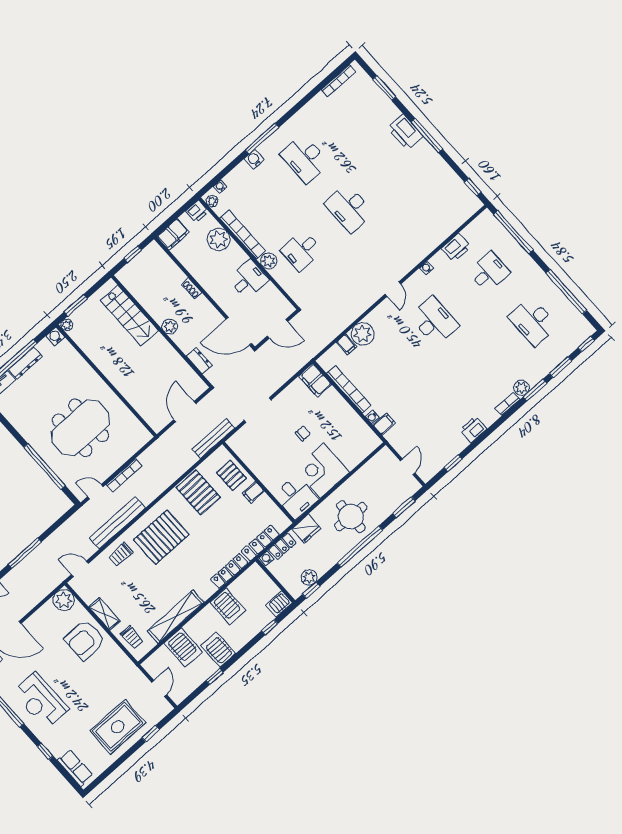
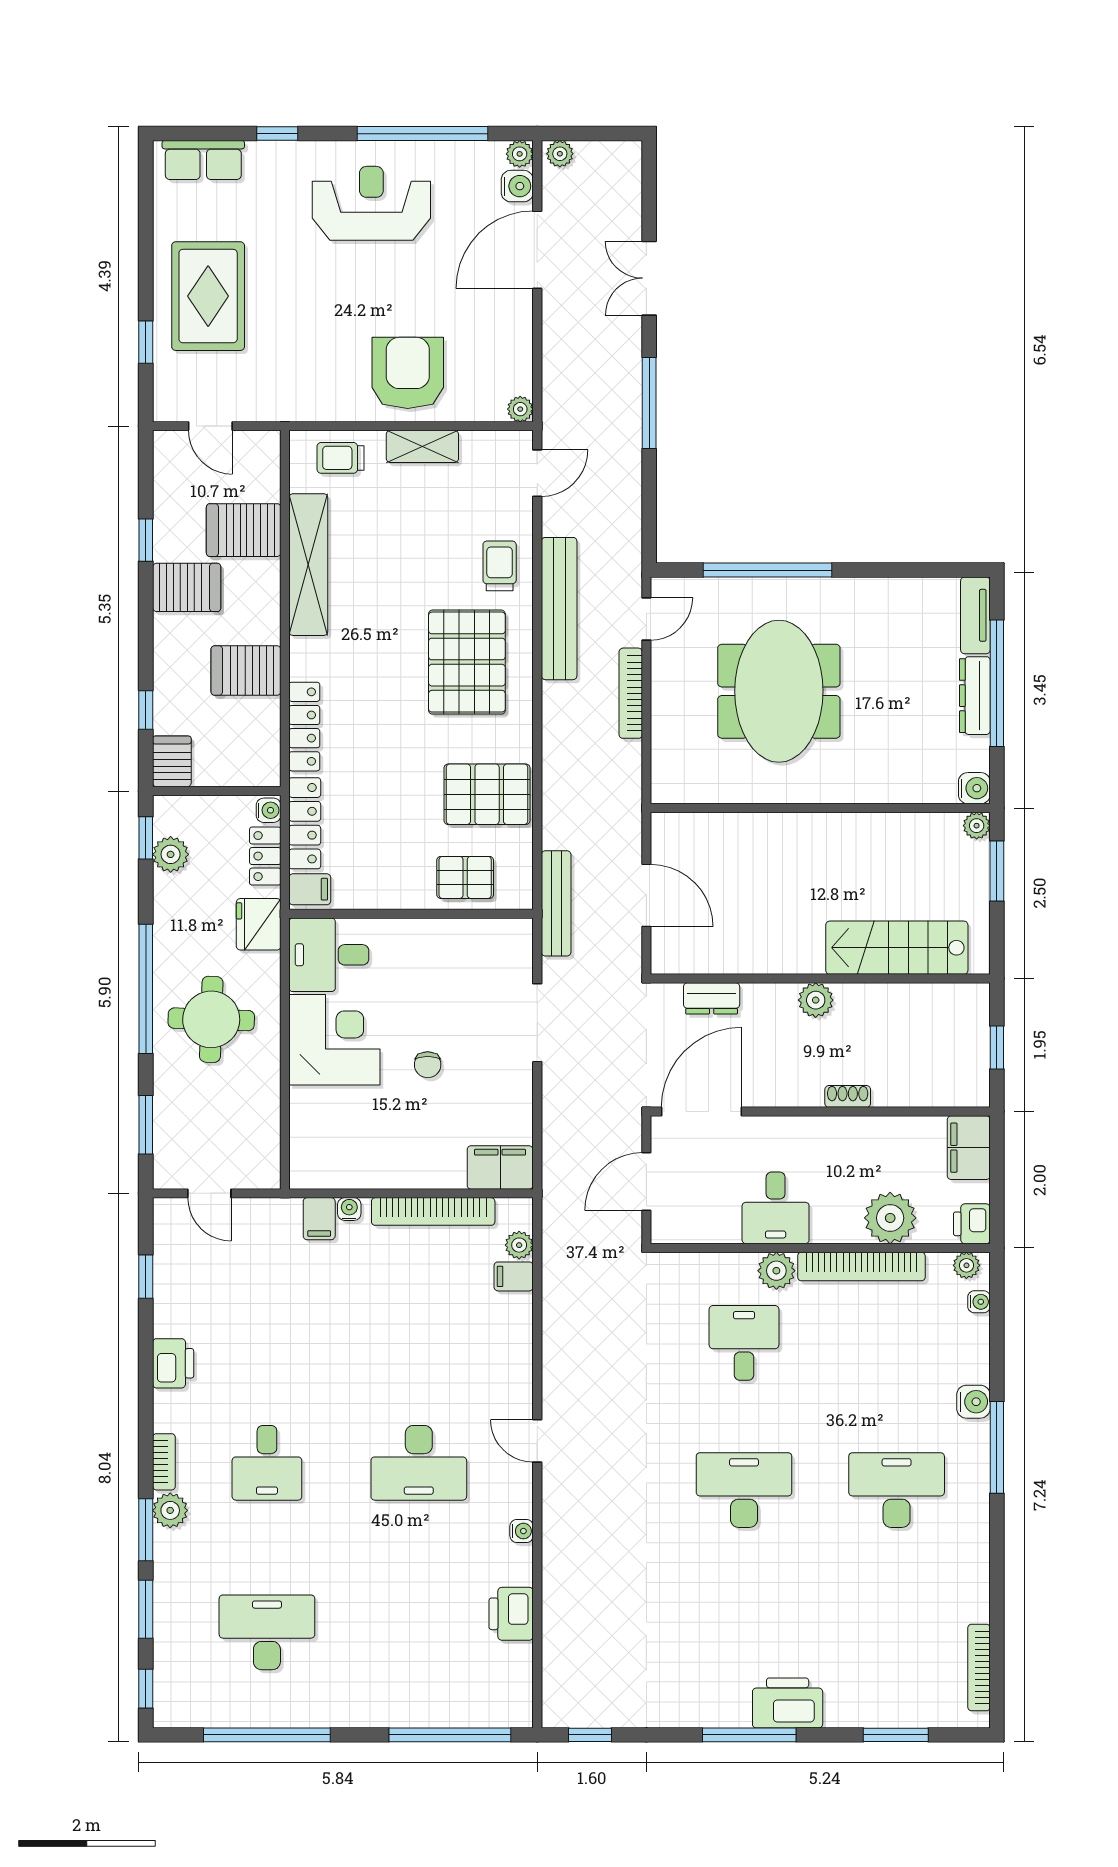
desk: (489, 272) -> (267, 1463), moved
plant: (363, 334) -> (519, 1245), moved, width x0.53, depth x0.53
filing cabinet: (253, 492) -> (310, 889), moved, turned 90
plant: (64, 600) -> (520, 409), width x0.53, depth x0.53

